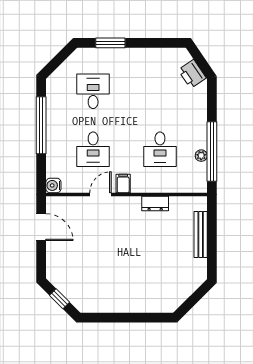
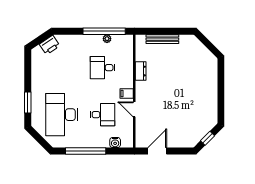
desk: (93, 91) -> (62, 115), width x1.87, depth x1.30
desk: (160, 149) -> (103, 68), turned 180
water cooler: (53, 185) -> (115, 142), moved

